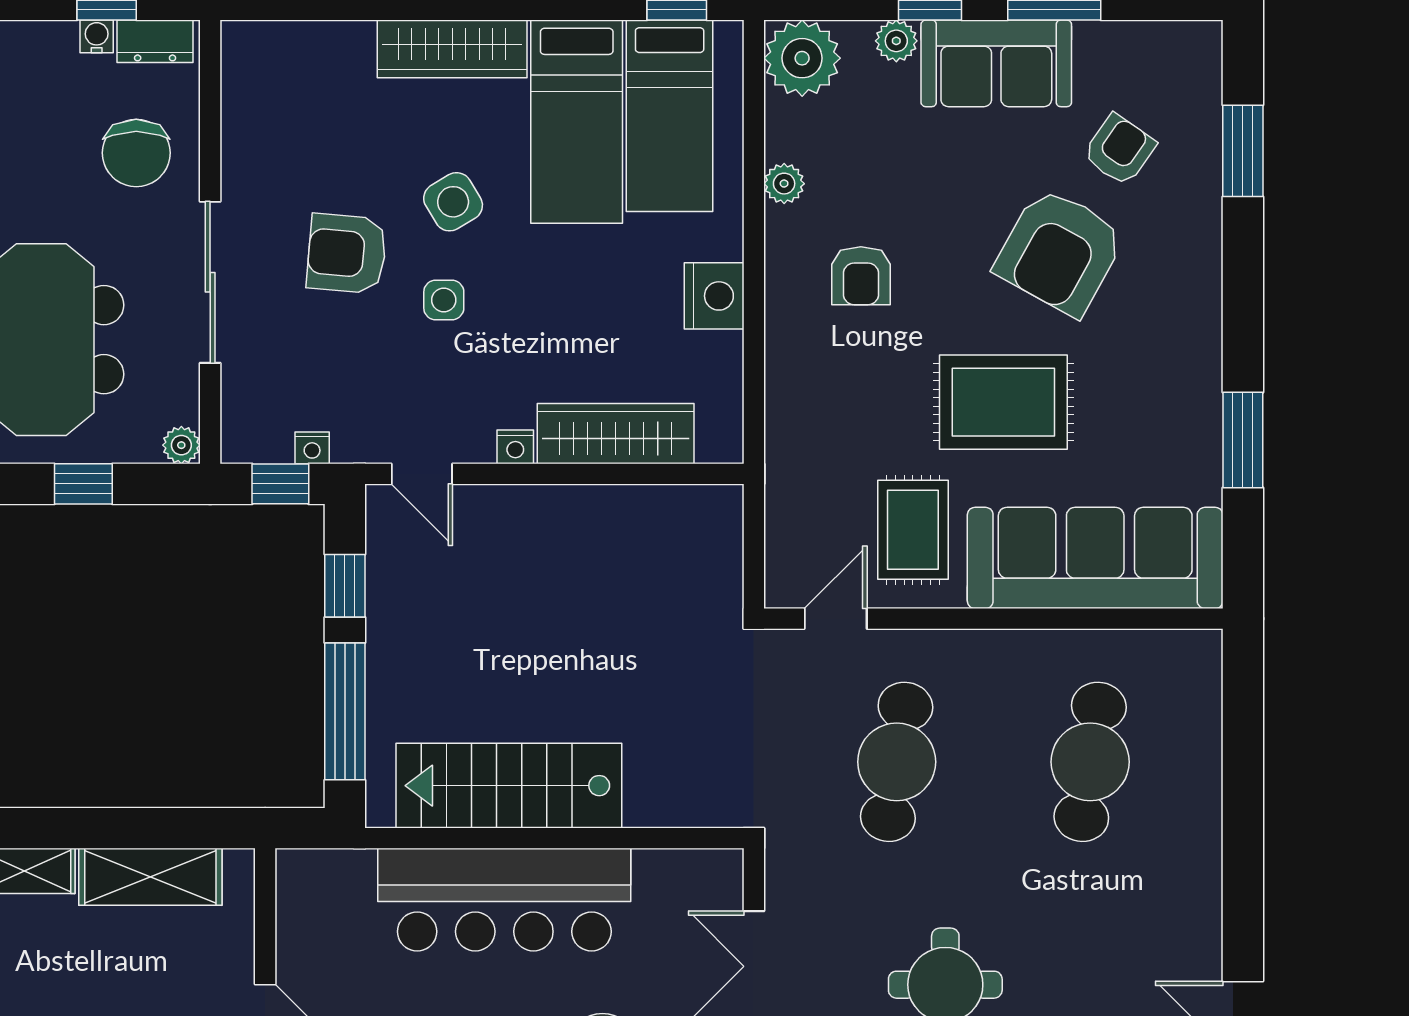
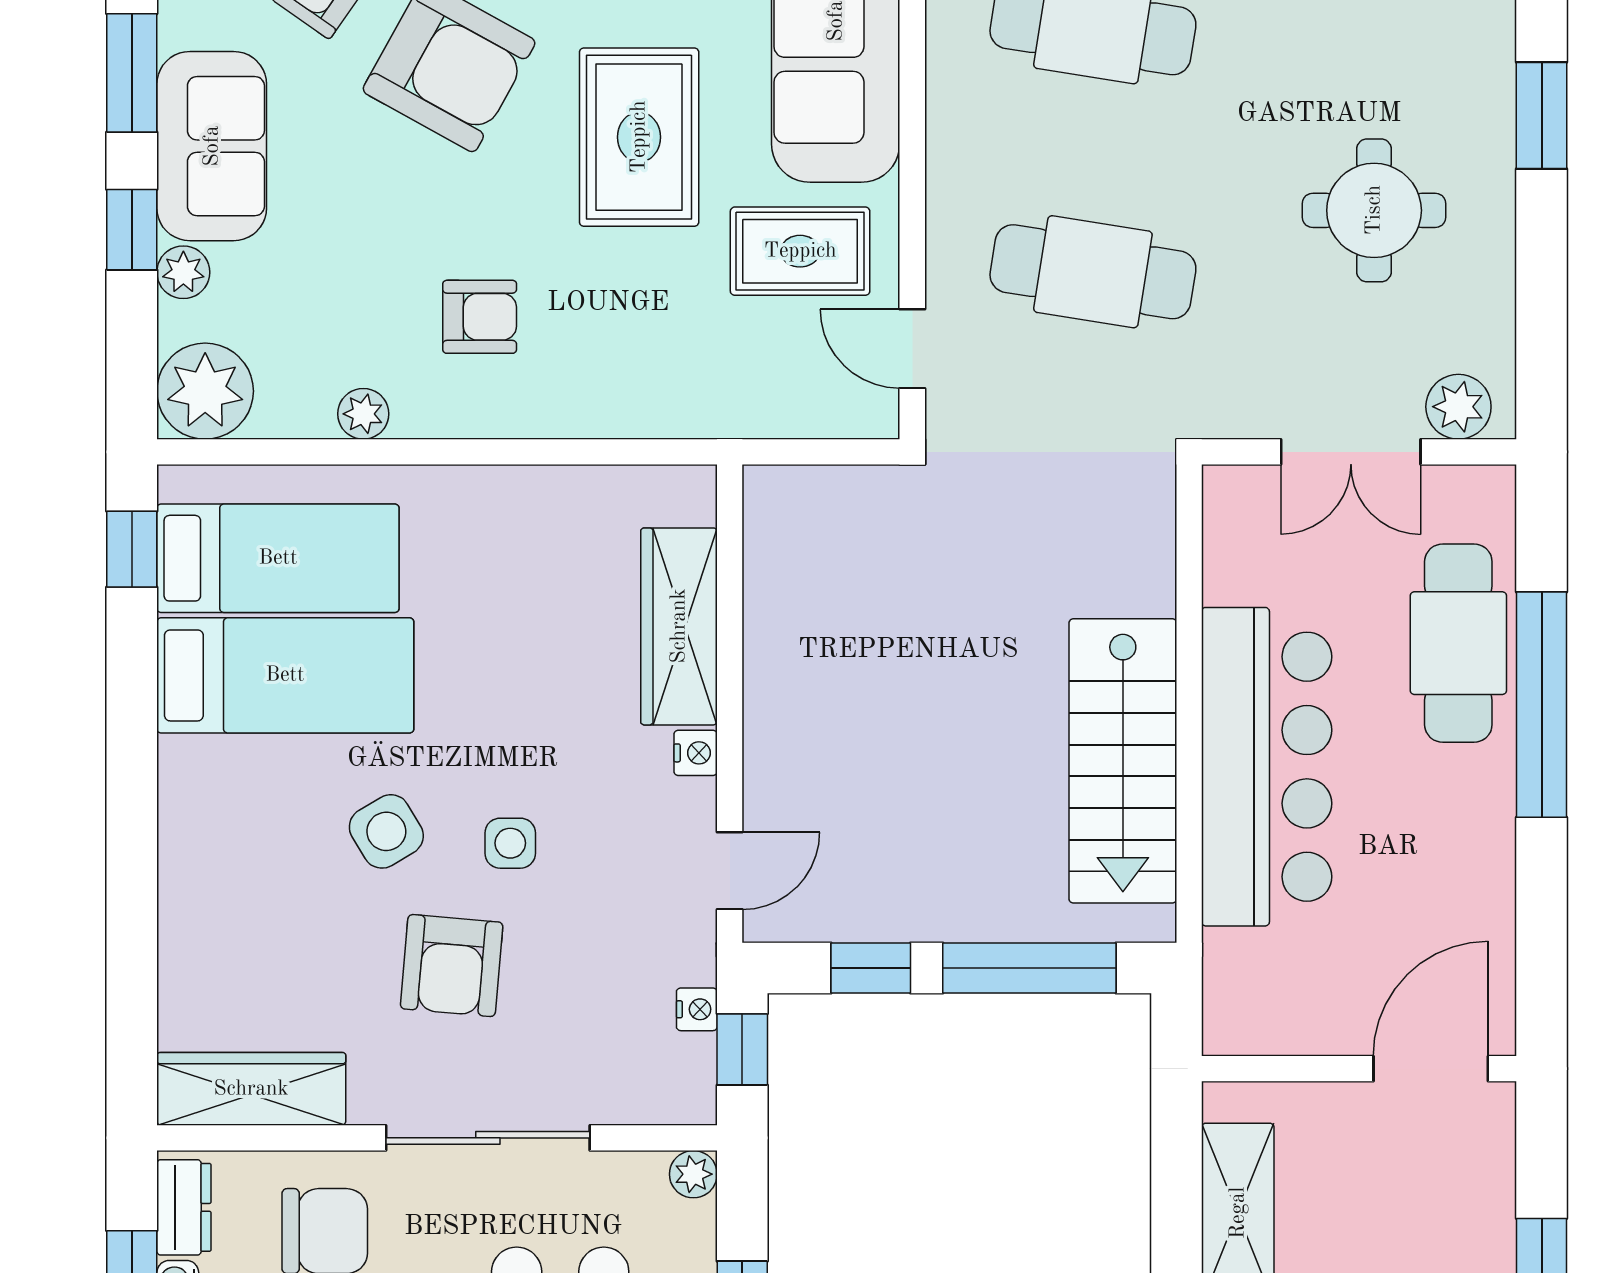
wardrobe: (452, 49) -> (251, 1089), moved, turned -90
nightstand: (714, 296) -> (505, 502), removed

